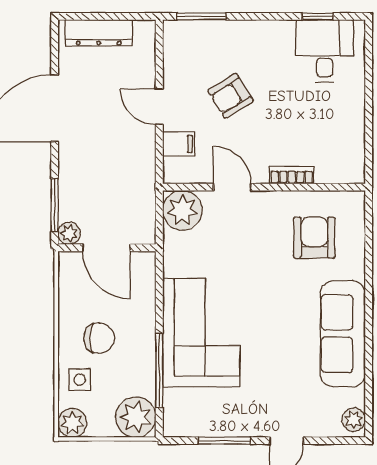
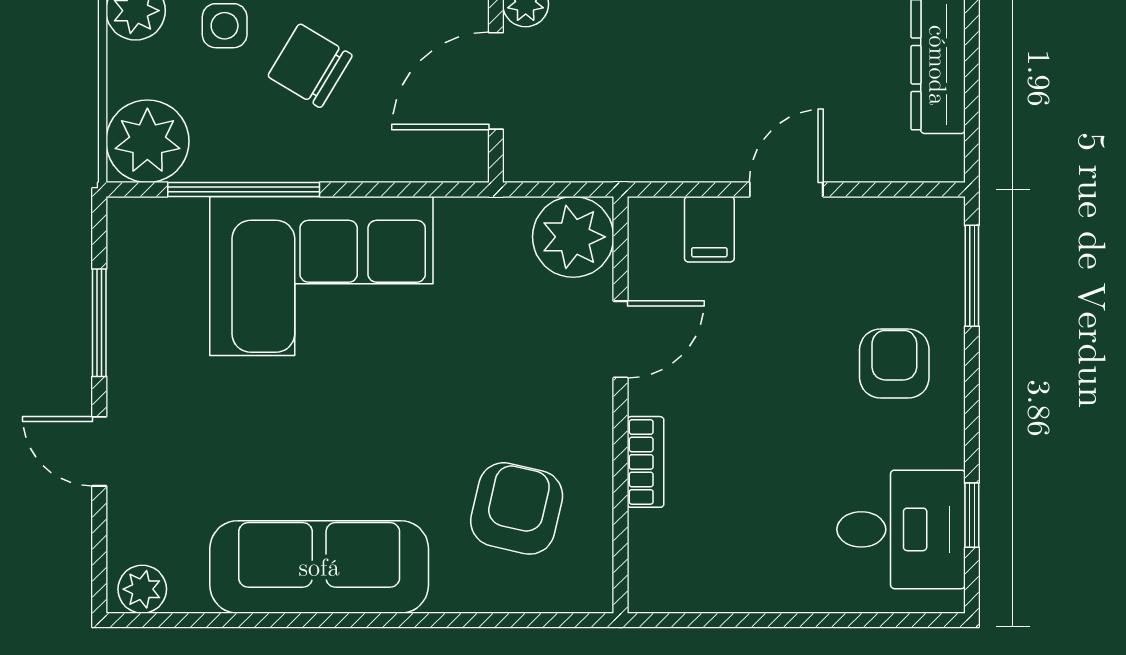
armchair: (231, 96) -> (894, 364), moved, turned 32
armchair: (314, 238) -> (517, 508), turned -77
chair: (99, 338) -> (310, 66), turned 121

